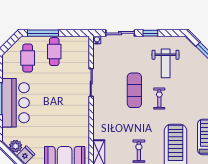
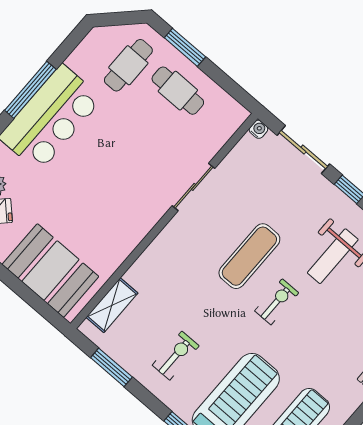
window: (43, 33) -> (185, 47), width x0.69
cafe table: (54, 52) -> (178, 91), turned 90

